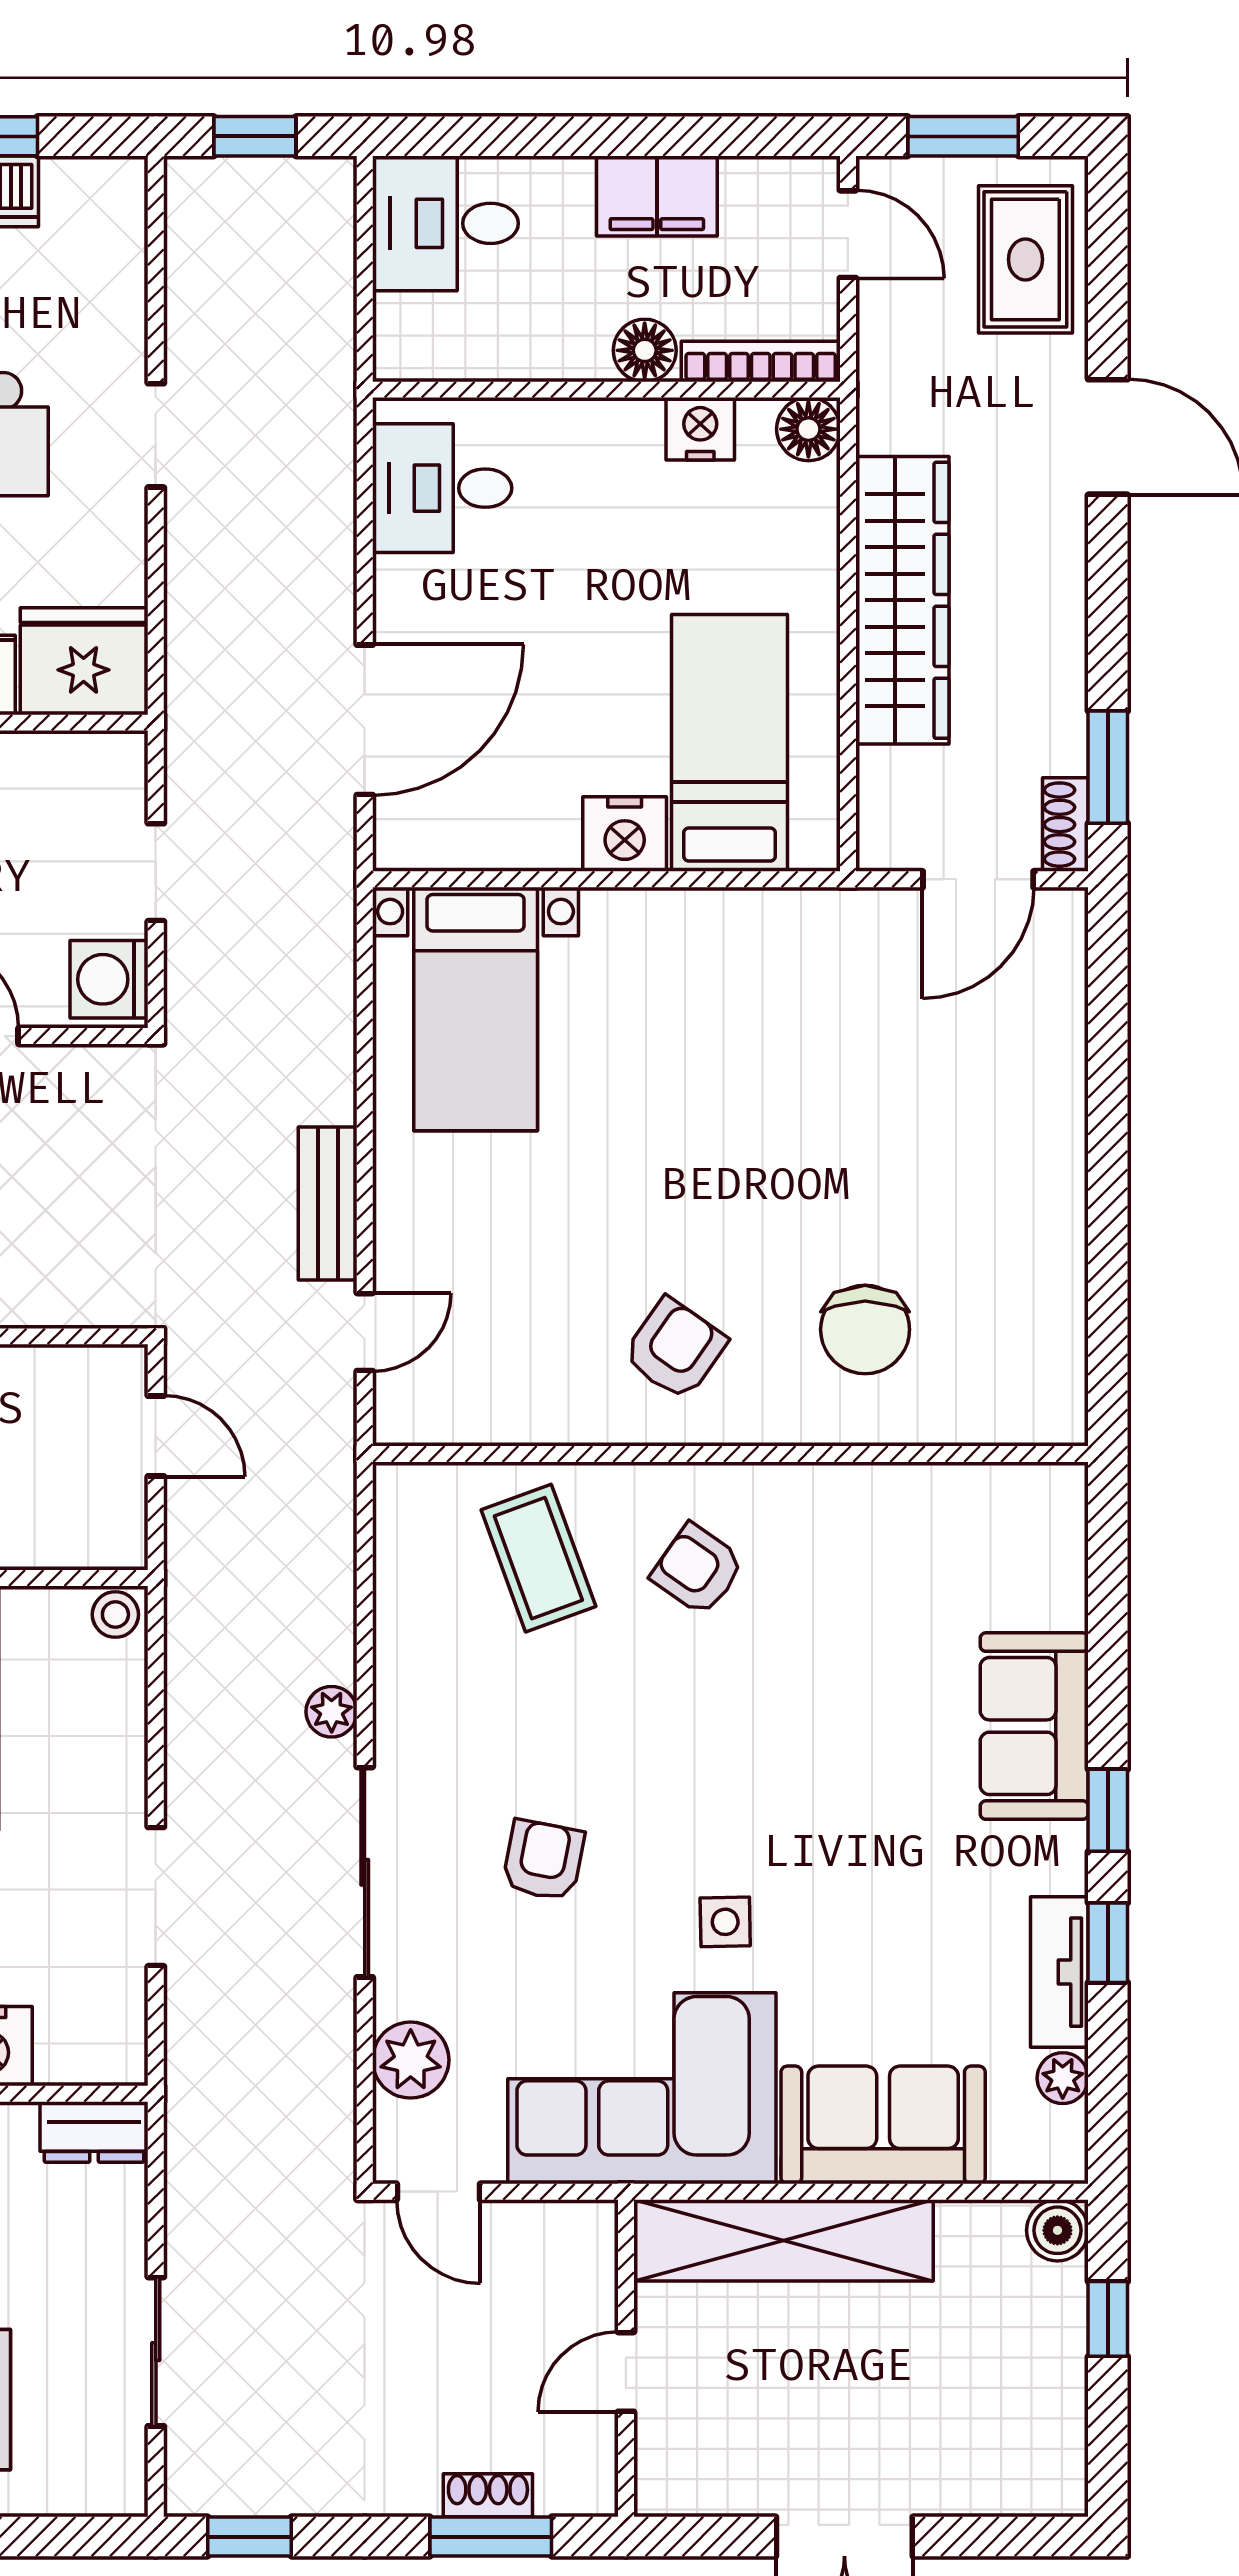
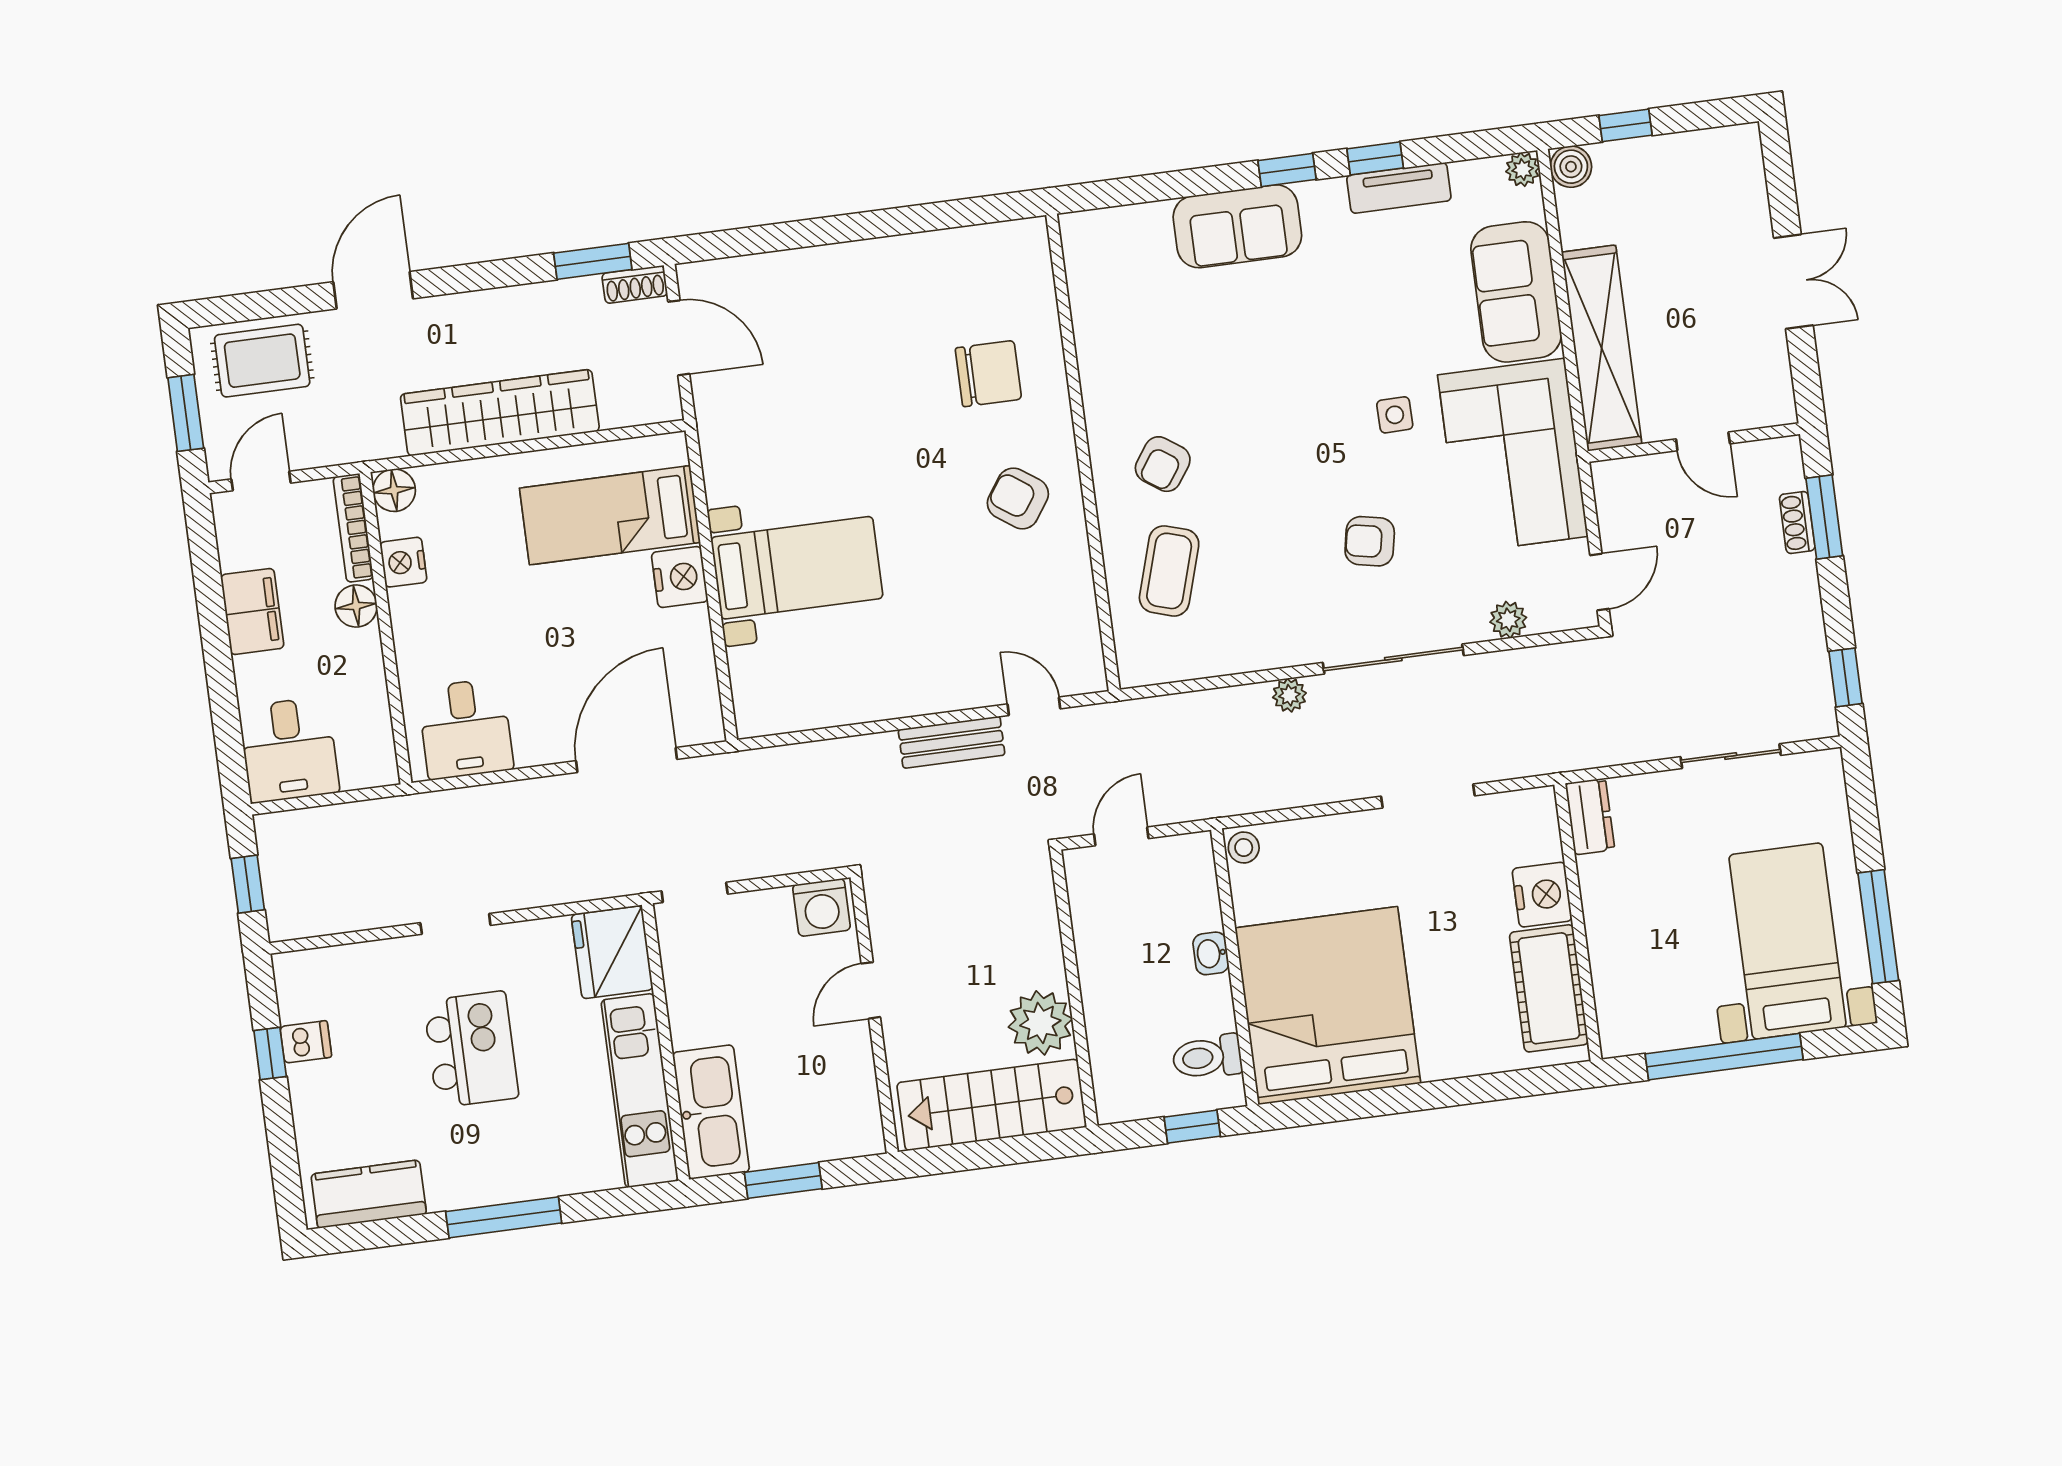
door: (365, 720) -> (626, 760), hinge flipped
doorway: (156, 872) -> (695, 892), moved
bed with nightstands: (476, 1009) -> (797, 568), moved
coffee table: (538, 1558) -> (1169, 571), turned -53
plant: (411, 2060) -> (1508, 620), width x0.73, depth x0.73
plant: (1063, 2078) -> (1523, 169), moved

